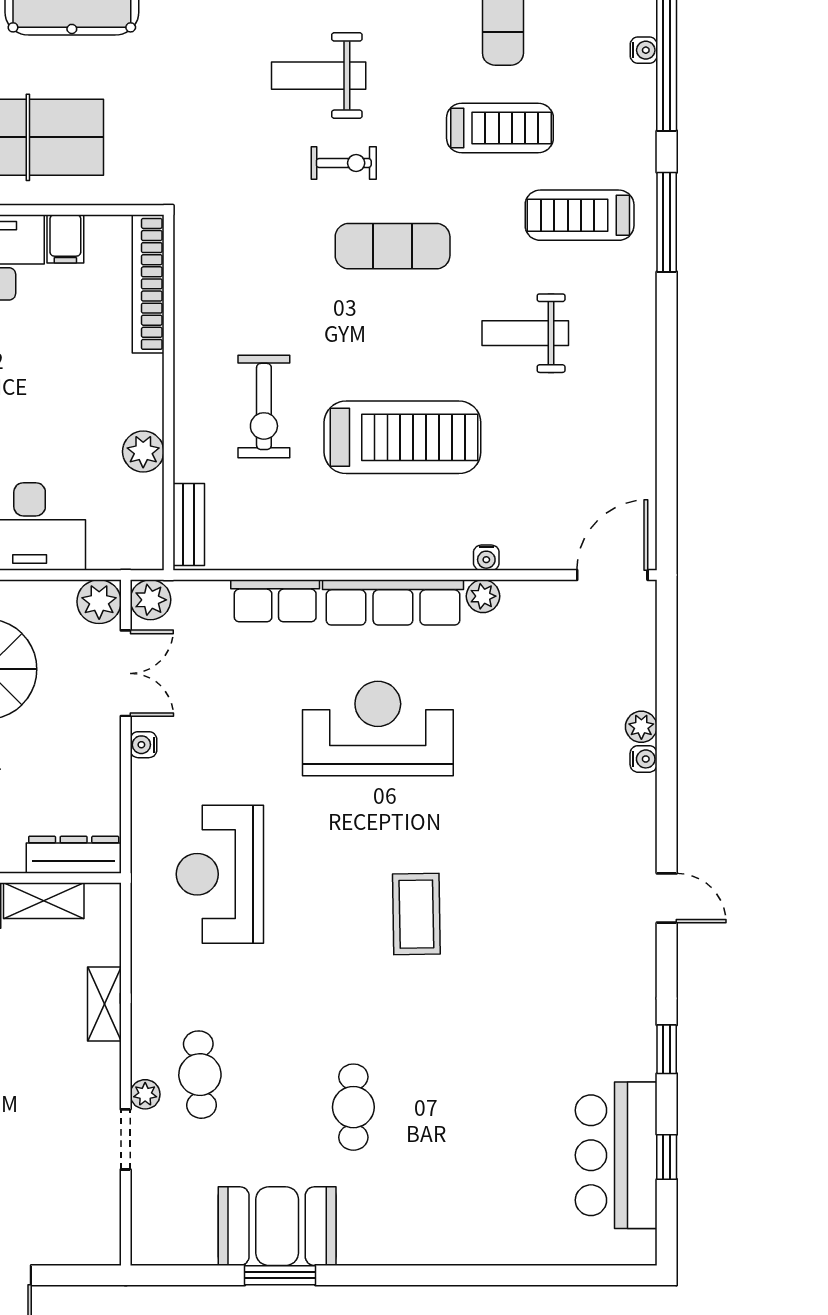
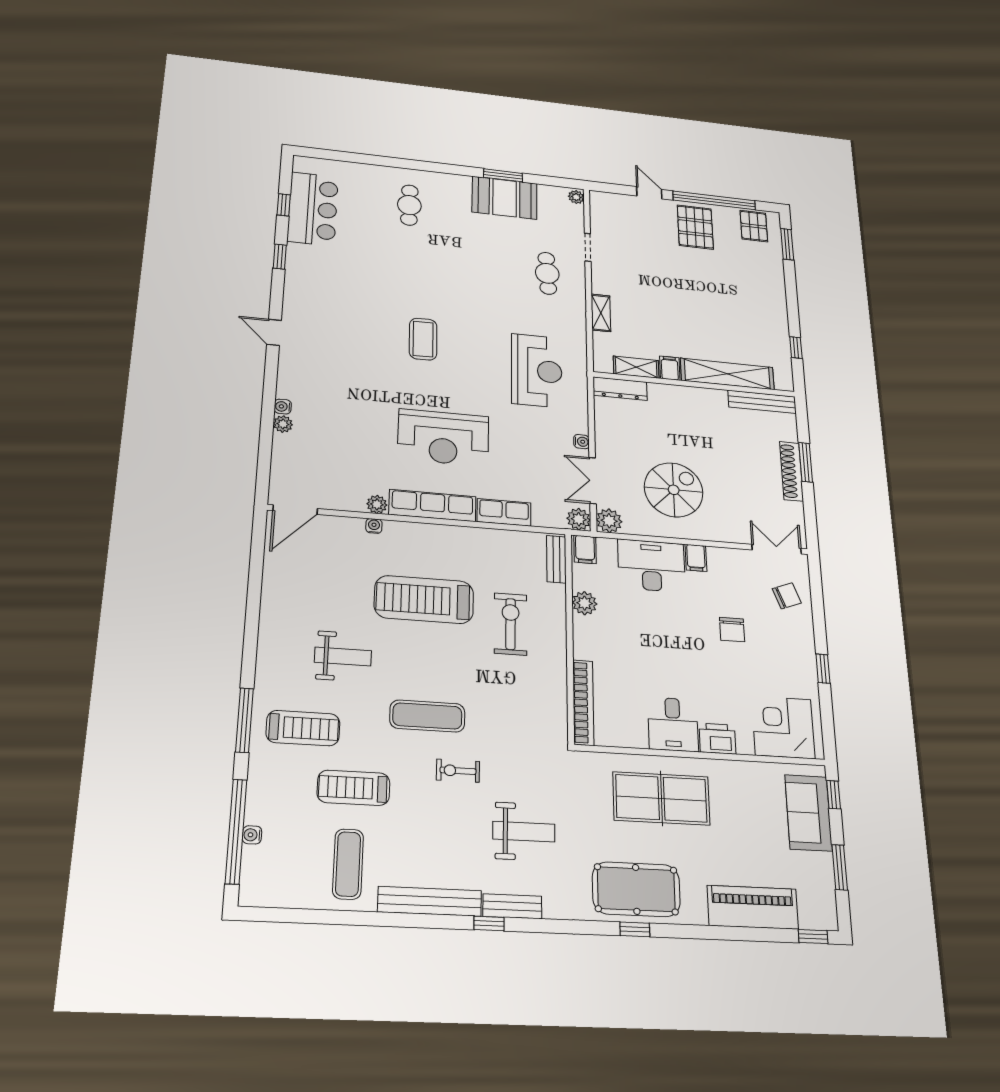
weight bench: (319, 76) -> (524, 832), moved
filing cabinet: (65, 239) -> (585, 549), moved, turned 180
plant: (145, 1094) -> (576, 197), moved
cafe table: (353, 1107) -> (409, 205), moved

